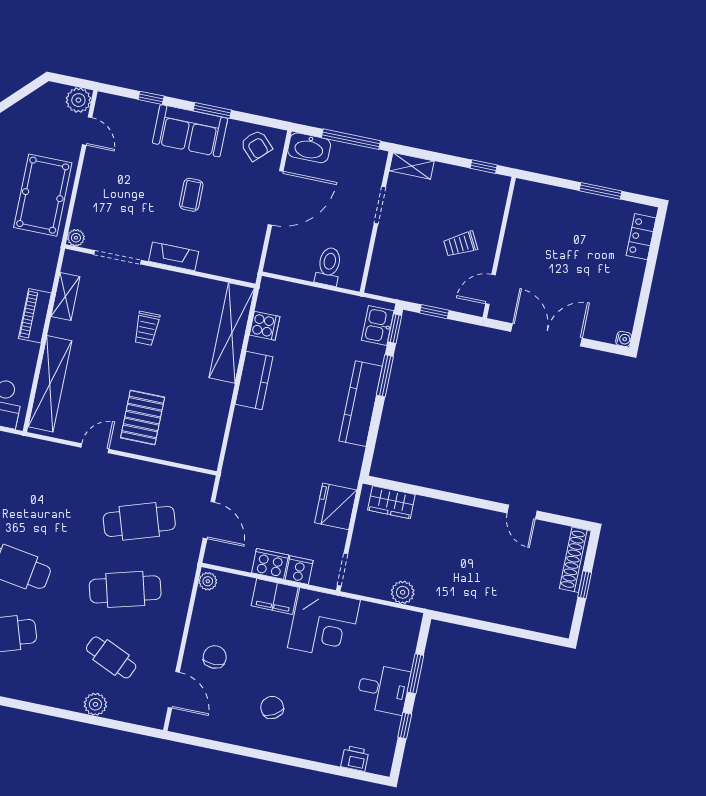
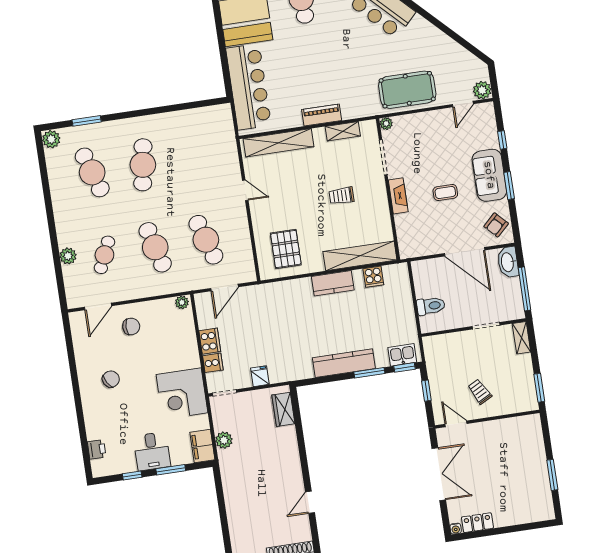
window: (484, 167) -> (539, 388), width x1.50
locker: (641, 237) -> (477, 523), moved
pallet: (143, 418) -> (286, 249), moved, turned 90
fridge: (336, 506) -> (260, 376), width x0.53, depth x0.75
filing cabinet: (275, 597) -> (202, 446), moved

